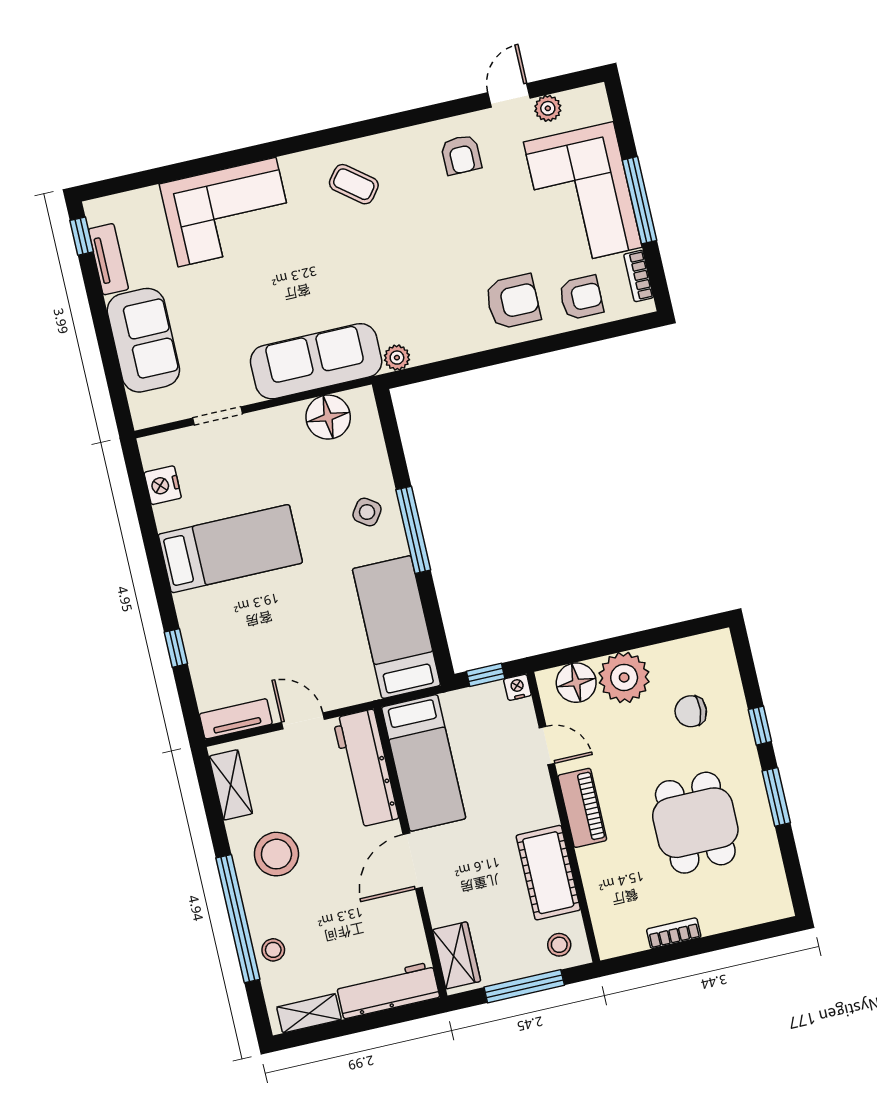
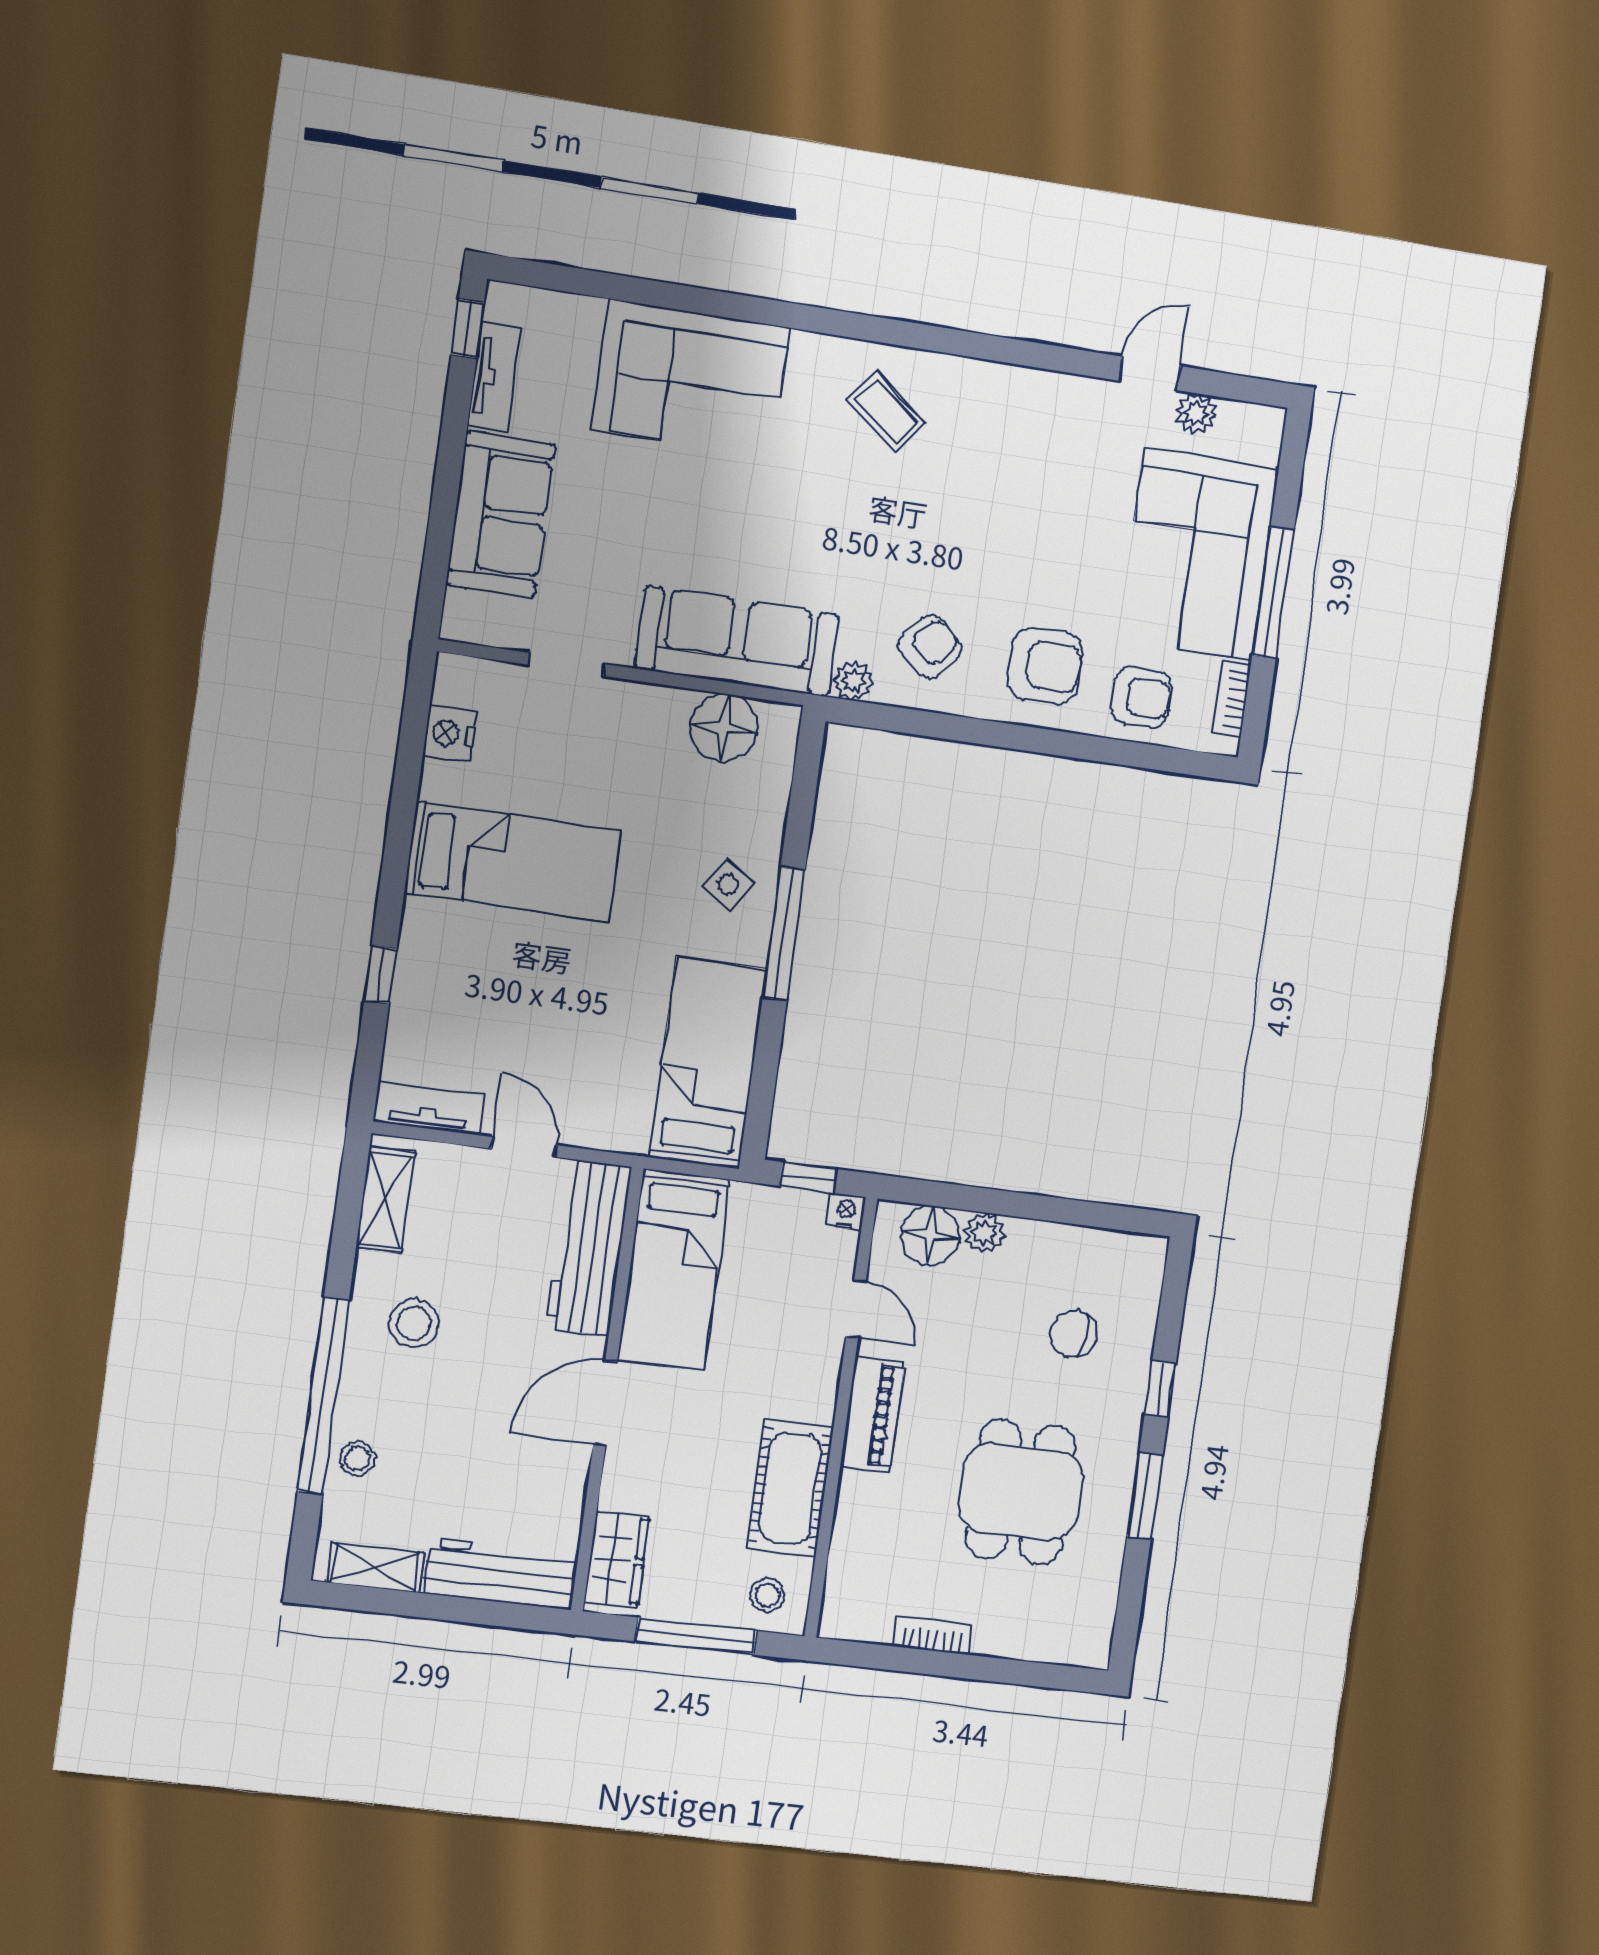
armchair: (461, 155) -> (930, 647), moved, turned -139
plant: (624, 677) -> (984, 1233), width x0.53, depth x0.53
stool: (276, 854) -> (414, 1323), width x0.73, depth x0.73

